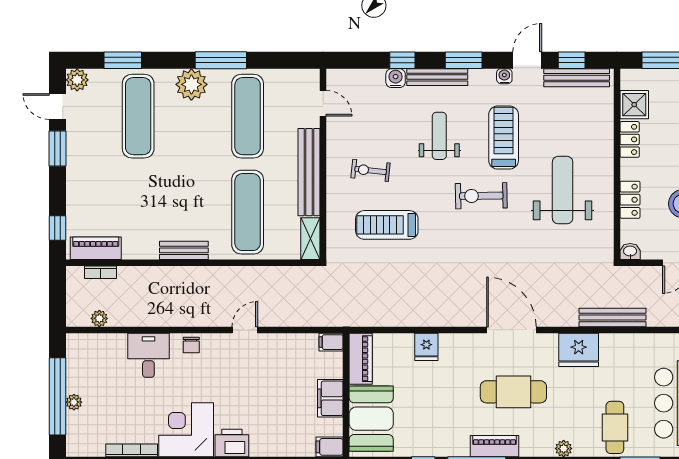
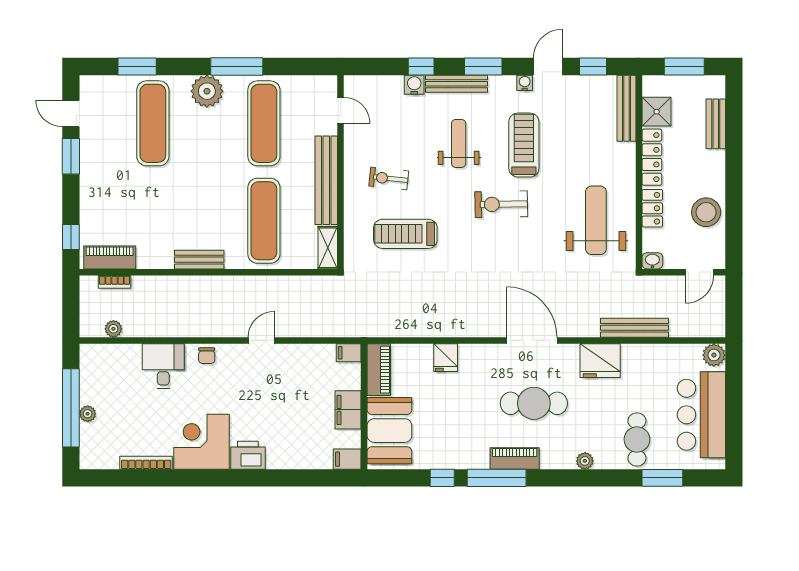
bench: (577, 78) -> (626, 108), moved, turned 90
plant: (77, 80) -> (91, 87), removed
locker: (630, 139) -> (652, 157), width x1.53
weight bench: (563, 190) -> (596, 220), moved

